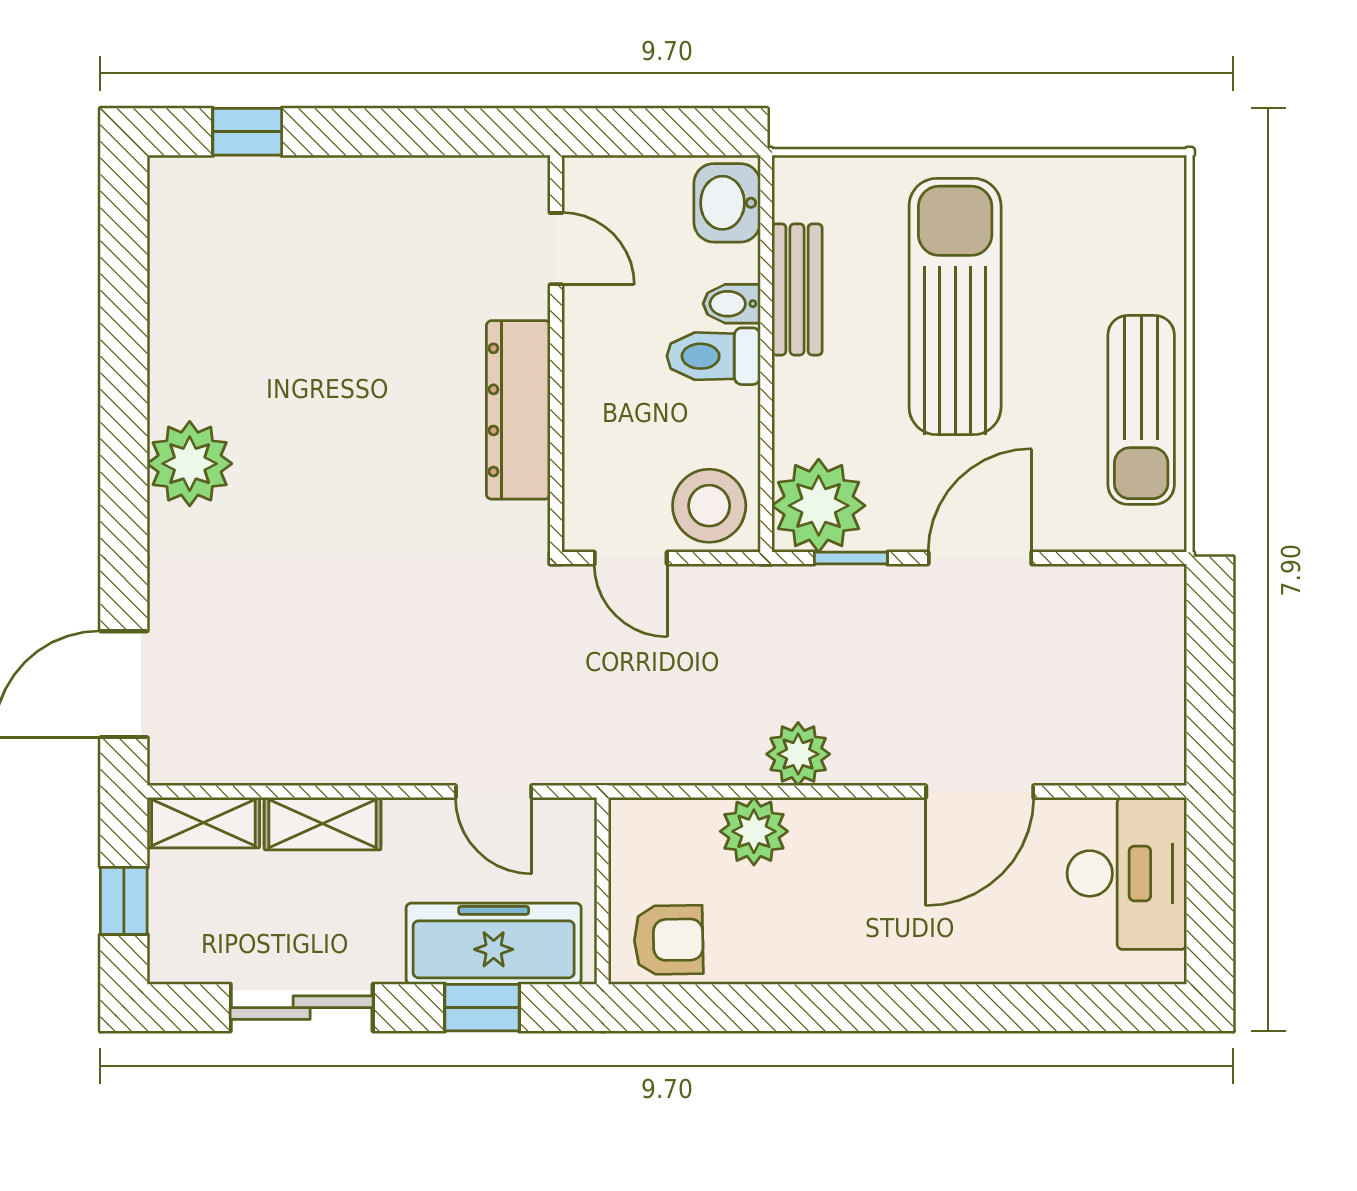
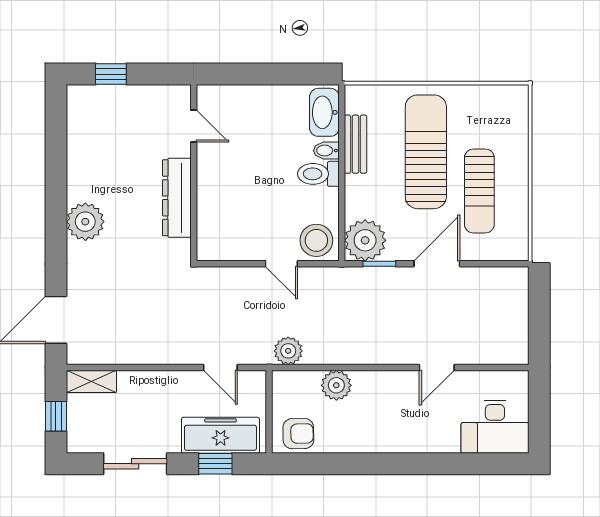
washbasin: (727, 203) -> (324, 112), width x1.38
door: (556, 249) -> (194, 126), moved
wall: (556, 354) -> (194, 173), moved
dresser: (518, 410) -> (177, 198), moved
sun lounger: (1141, 410) -> (479, 191), moved
plant: (798, 754) -> (288, 351), moved
door: (980, 792) -> (437, 368), width x0.73
shelving: (323, 824) -> (144, 382), removed
desk: (1127, 873) -> (495, 427), moved, turned 90

